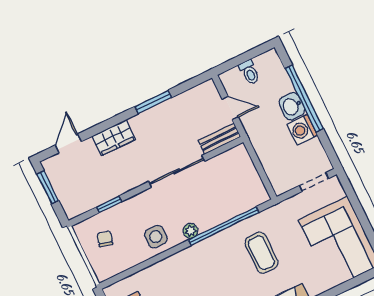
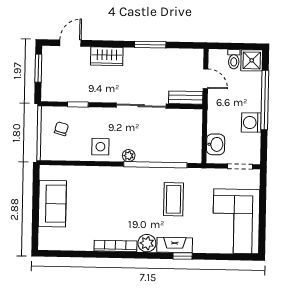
shower: (269, 64) -> (252, 60), added
washbasin: (292, 106) -> (216, 144), moved, turned 180

